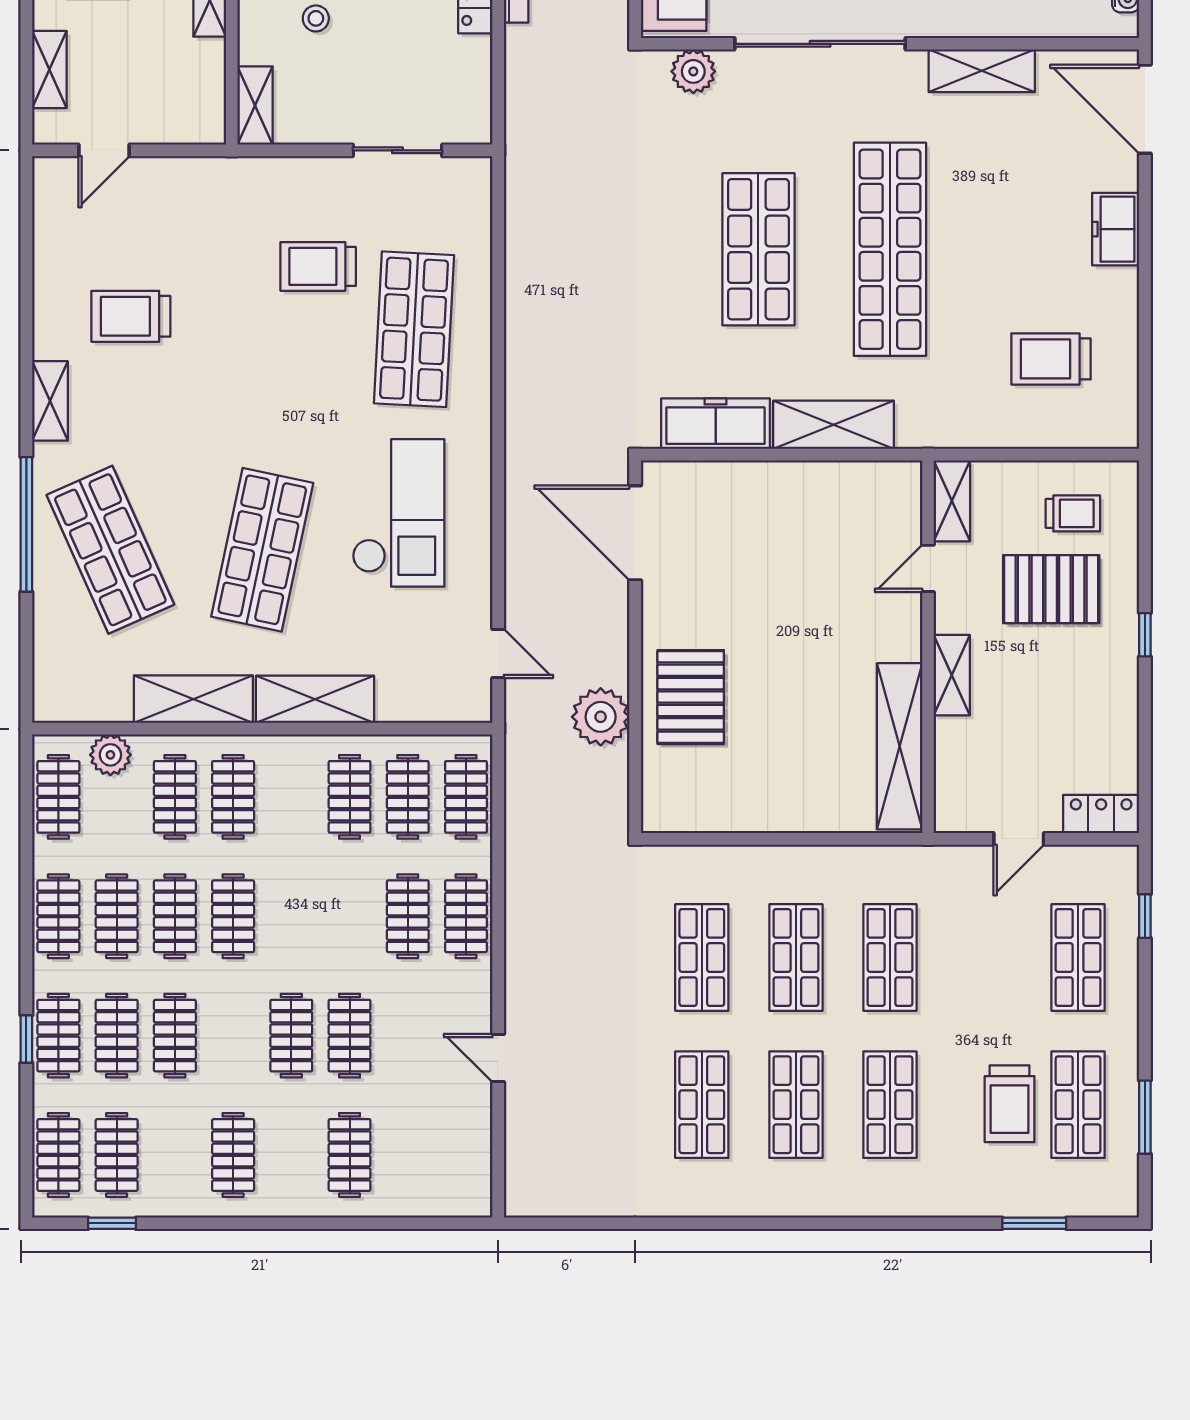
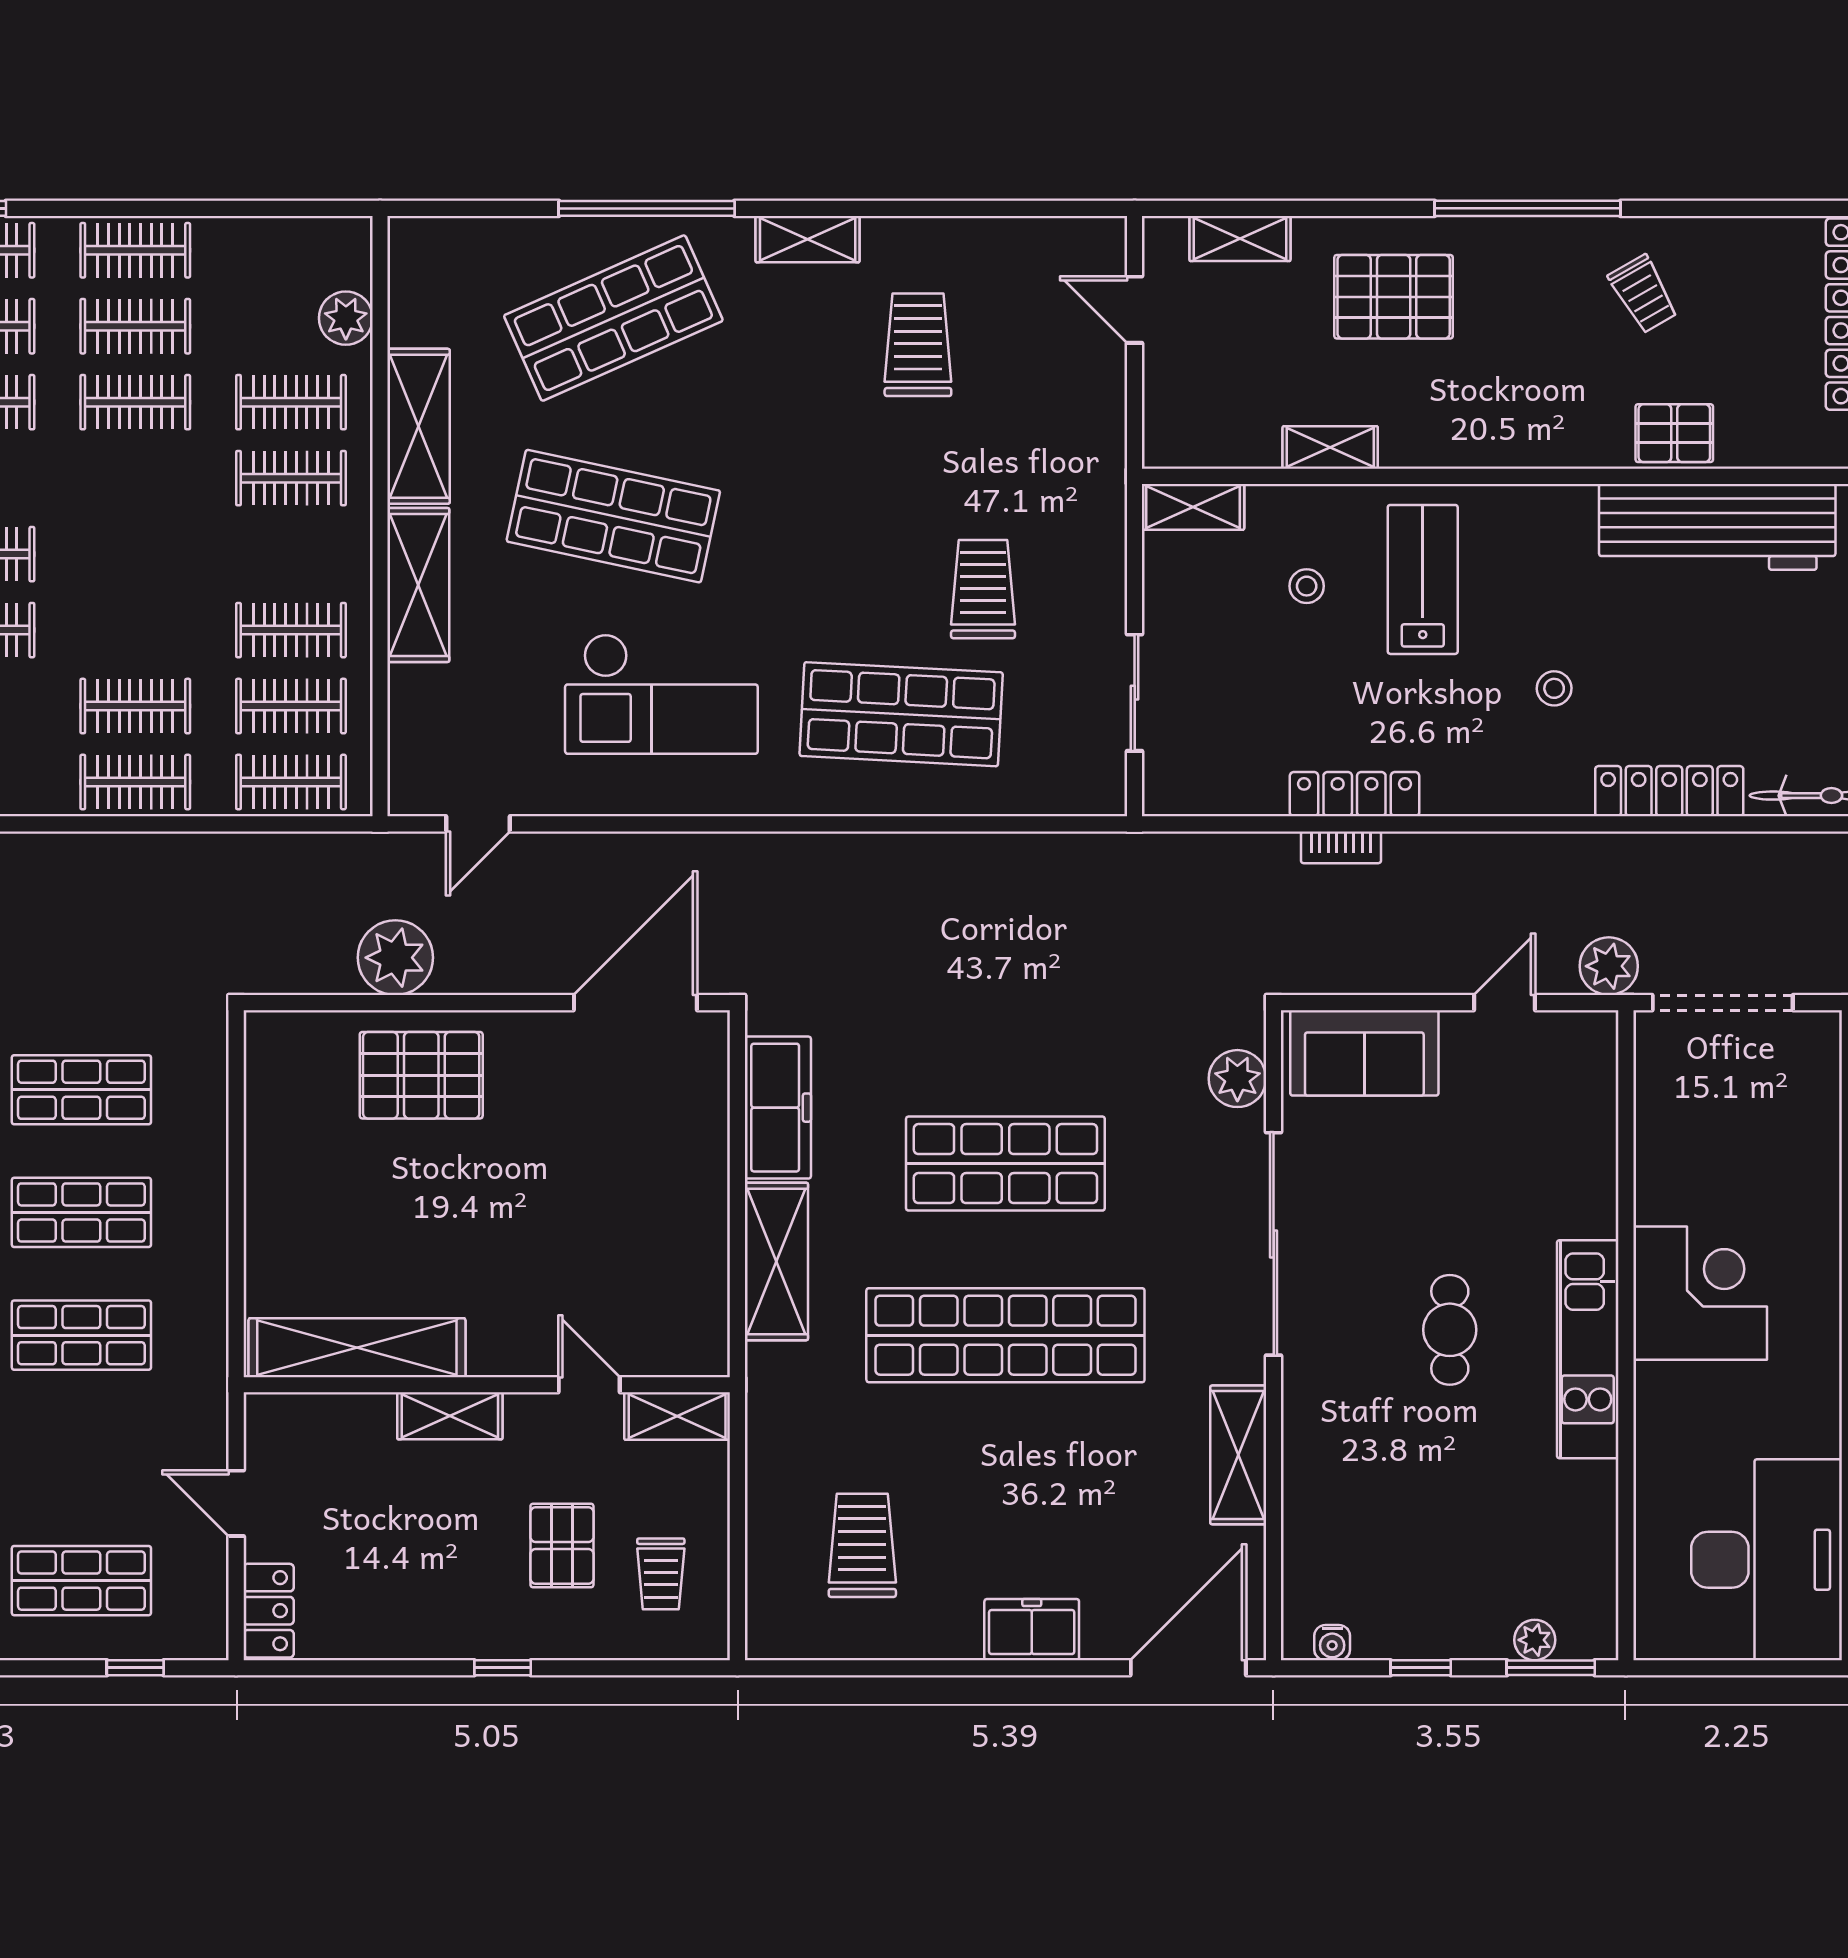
pallet: (1051, 589) -> (562, 1546), width x0.67, depth x0.71
clothes rail: (58, 797) -> (291, 250), removed
clothes rail: (233, 916) -> (135, 478), removed

